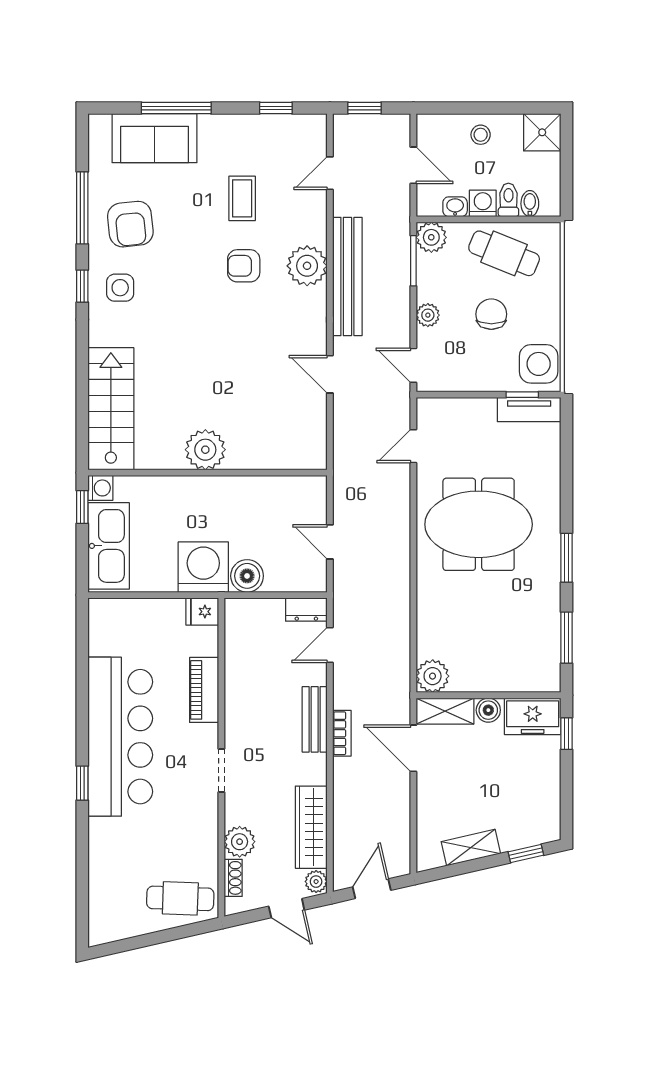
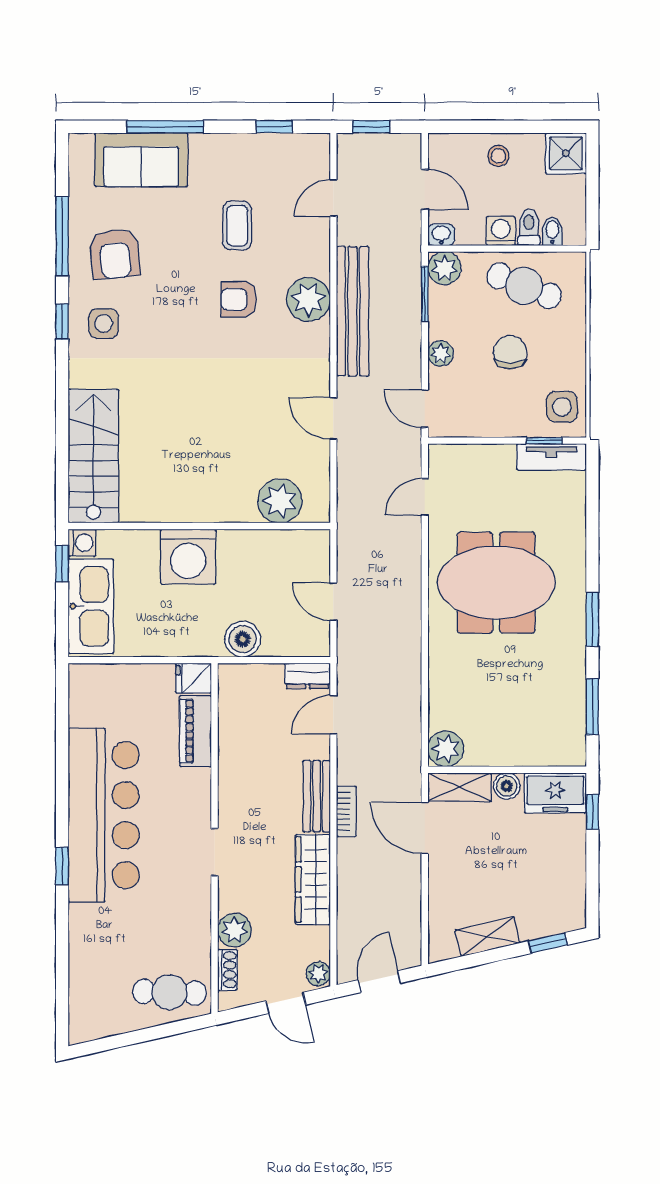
washbasin: (455, 207) -> (441, 235), moved
side table: (539, 364) -> (562, 407), width x0.73, depth x0.73
plant: (205, 450) -> (280, 501), moved
washing machine: (203, 567) -> (188, 557), moved, turned 180
piano: (204, 690) -> (196, 731), moved
wardrobe: (311, 827) -> (313, 879), moved

